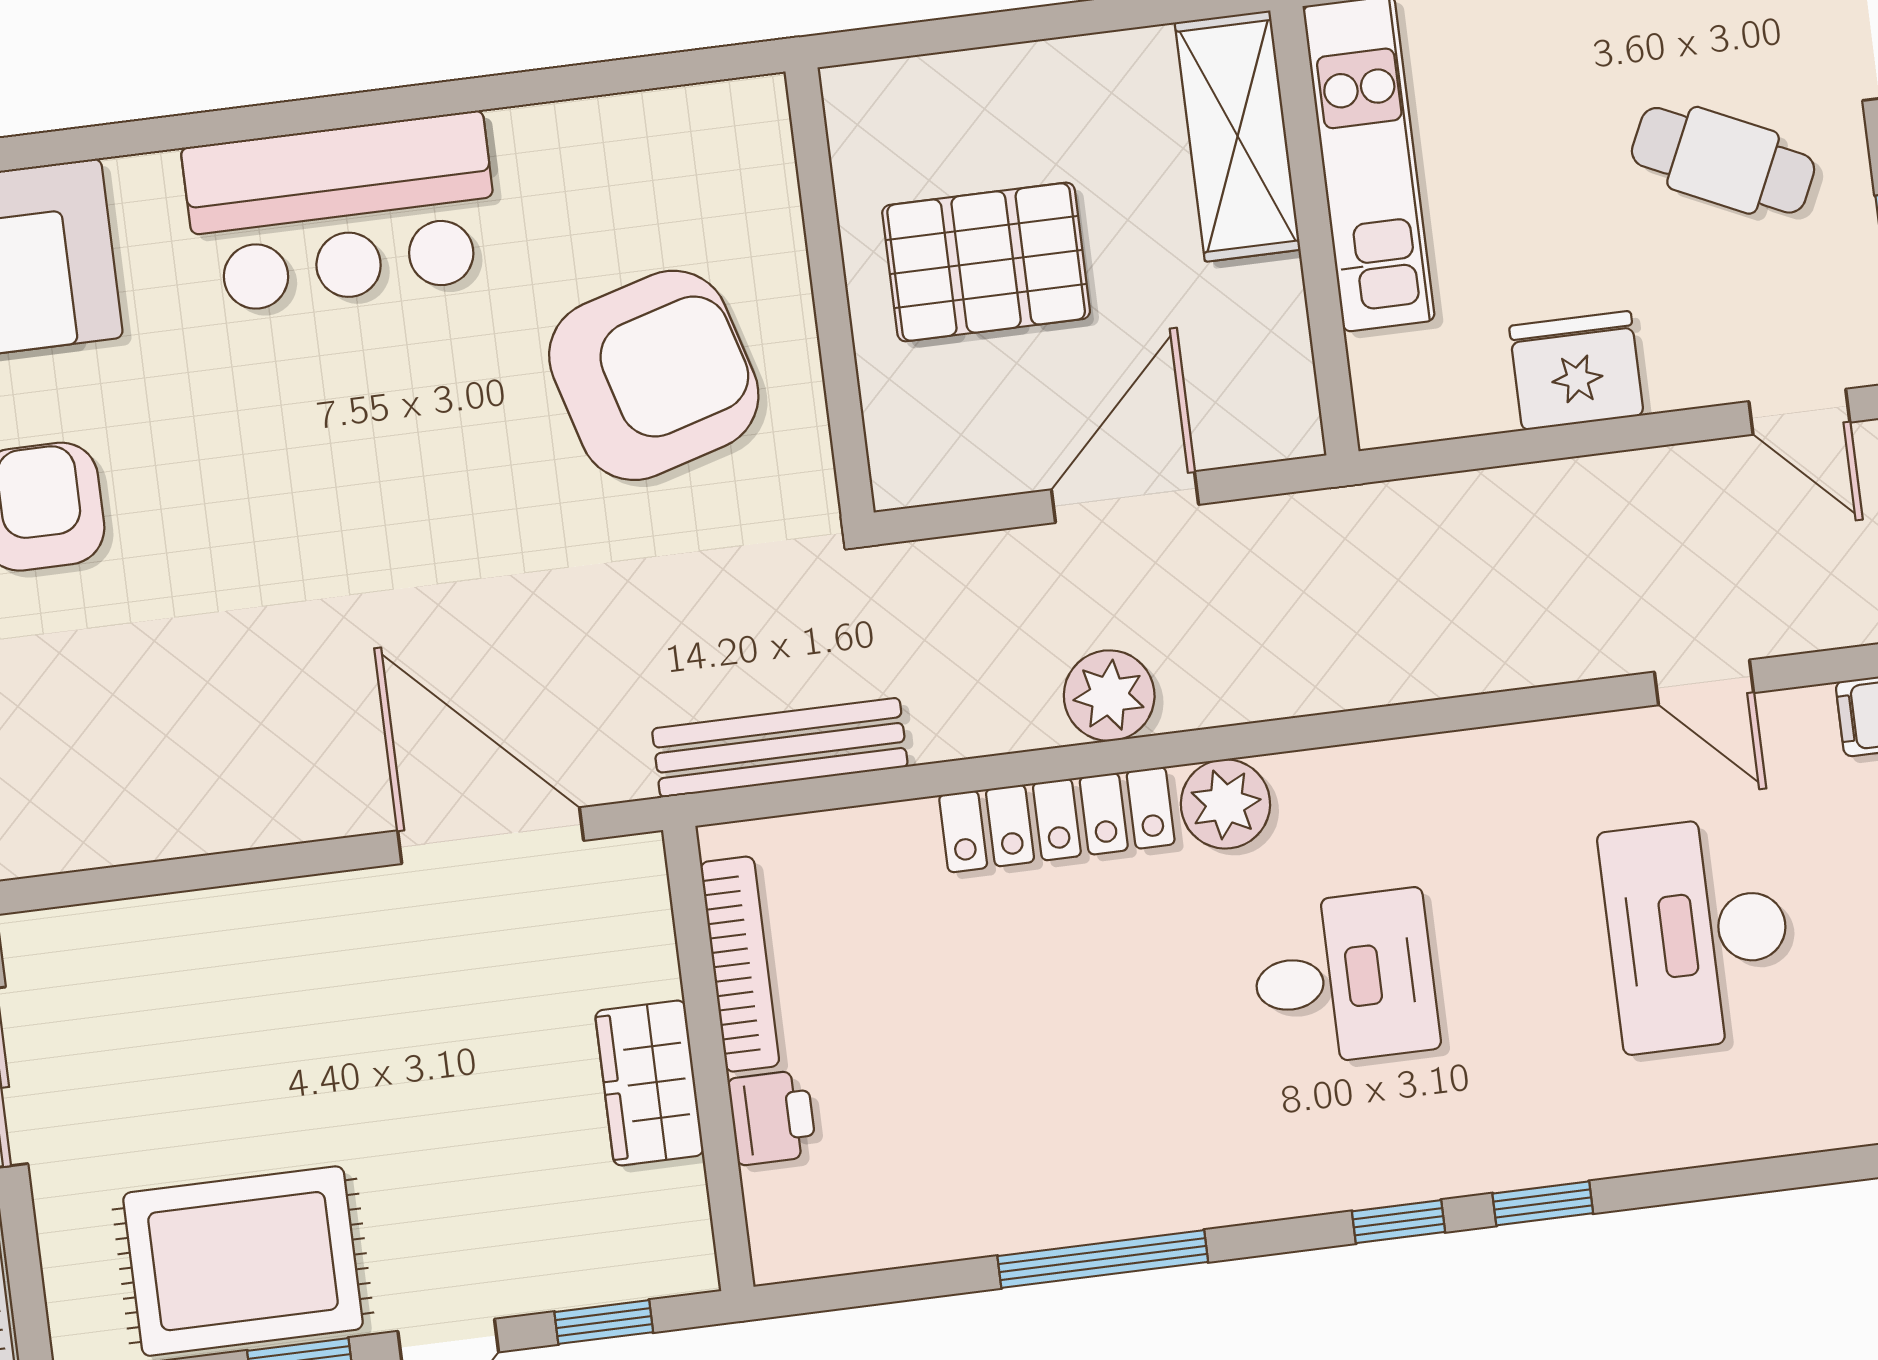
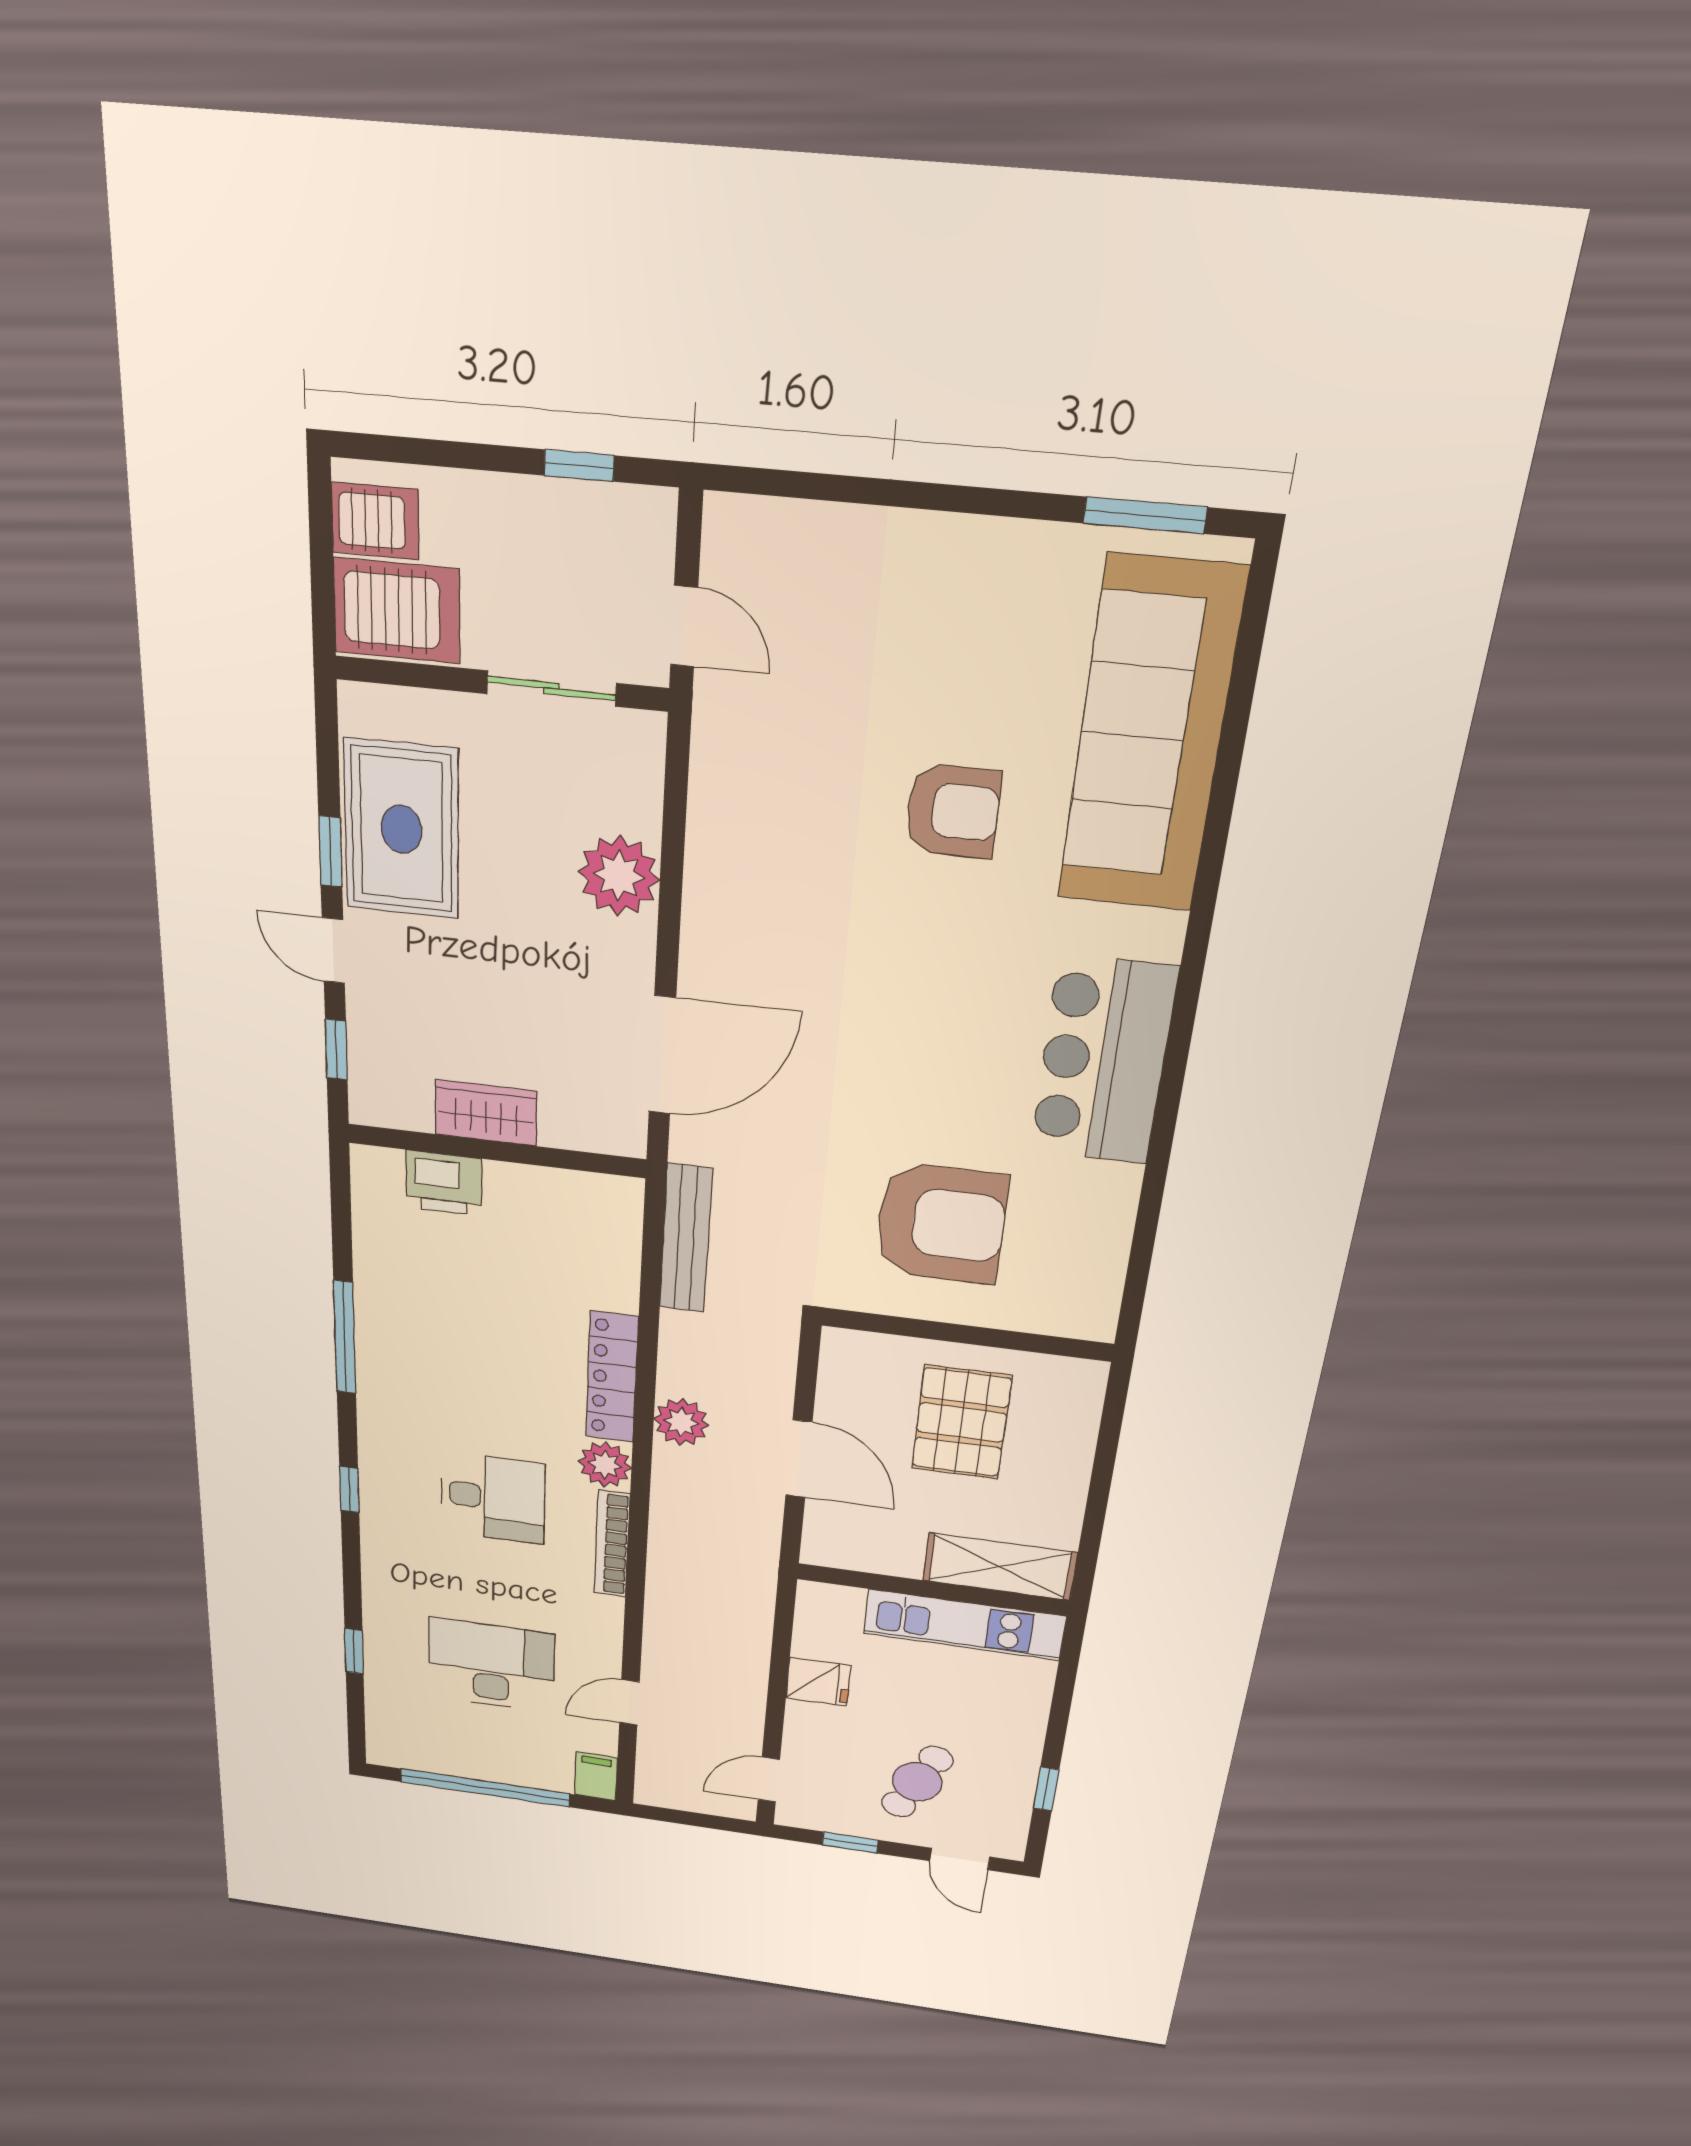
fridge: (1576, 371) -> (818, 1682), width x0.72
armchair: (654, 375) -> (941, 1223), turned -74
plant: (237, 943) -> (619, 876), added
bookcase: (740, 964) -> (612, 1544), moved, turned 90
desk: (1344, 978) -> (493, 1498), turned -90
printer: (772, 1118) -> (444, 1183), width x1.36, depth x1.24
window: (1543, 1203) -> (354, 1651), moved

